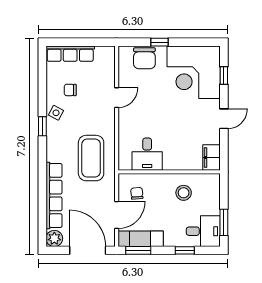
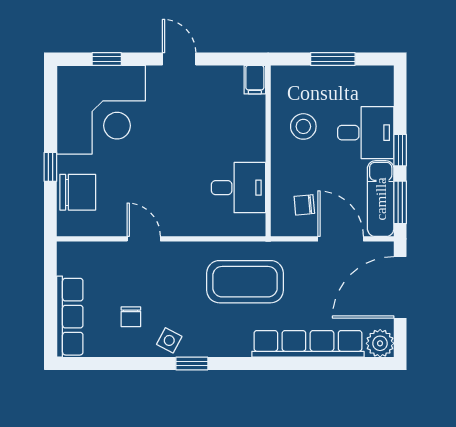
filing cabinet: (211, 157) -> (255, 80), width x0.50
window: (224, 222) -> (333, 59), moved
desk: (203, 231) -> (366, 133), moved, turned 90
window: (185, 250) -> (400, 150), moved

